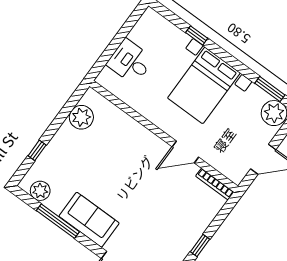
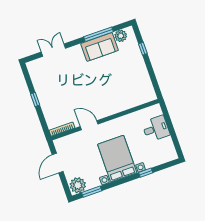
plant: (81, 117) -> (144, 83), removed
door: (185, 152) -> (89, 125), hinge flipped
sofa: (89, 220) -> (100, 47), moved

